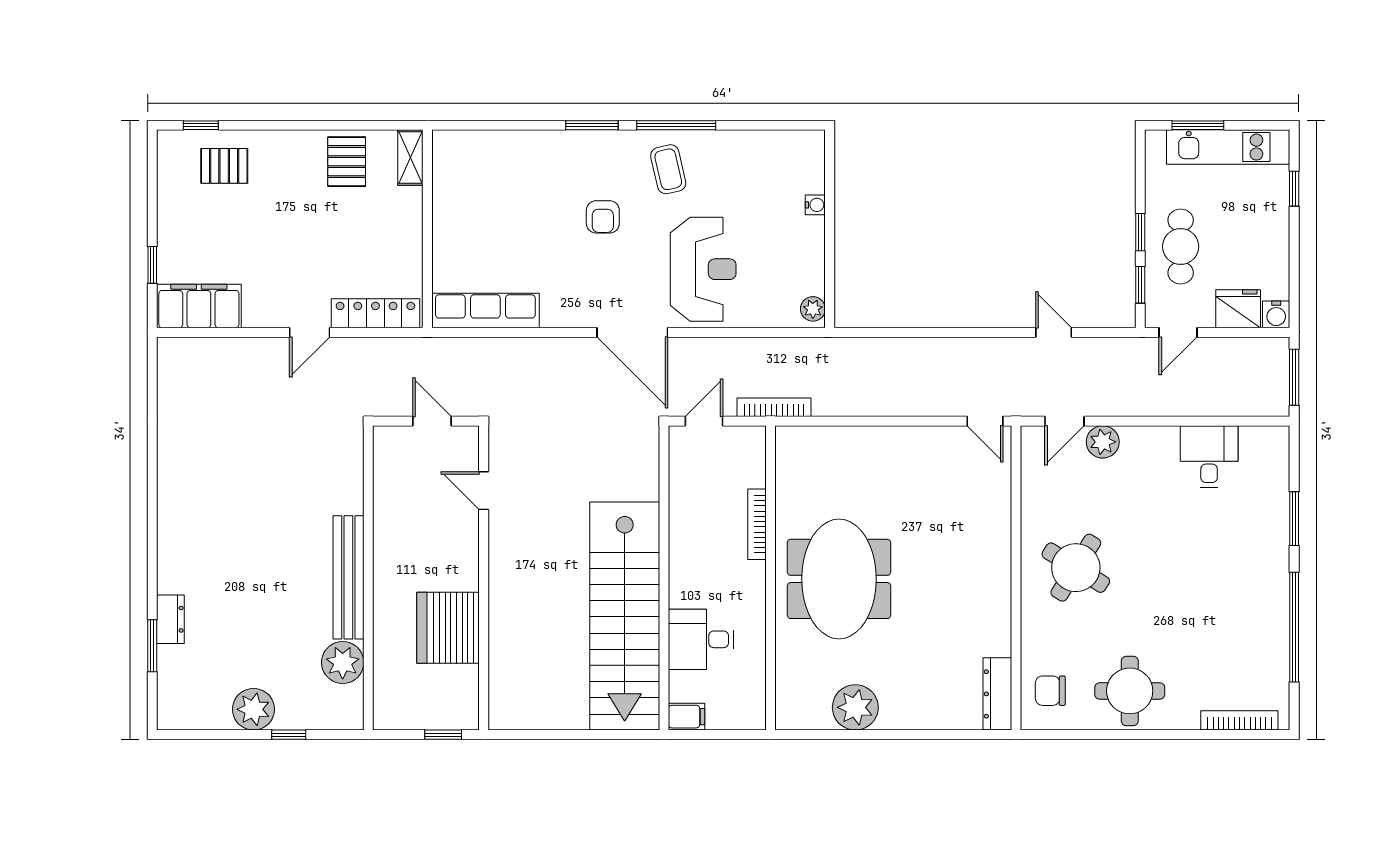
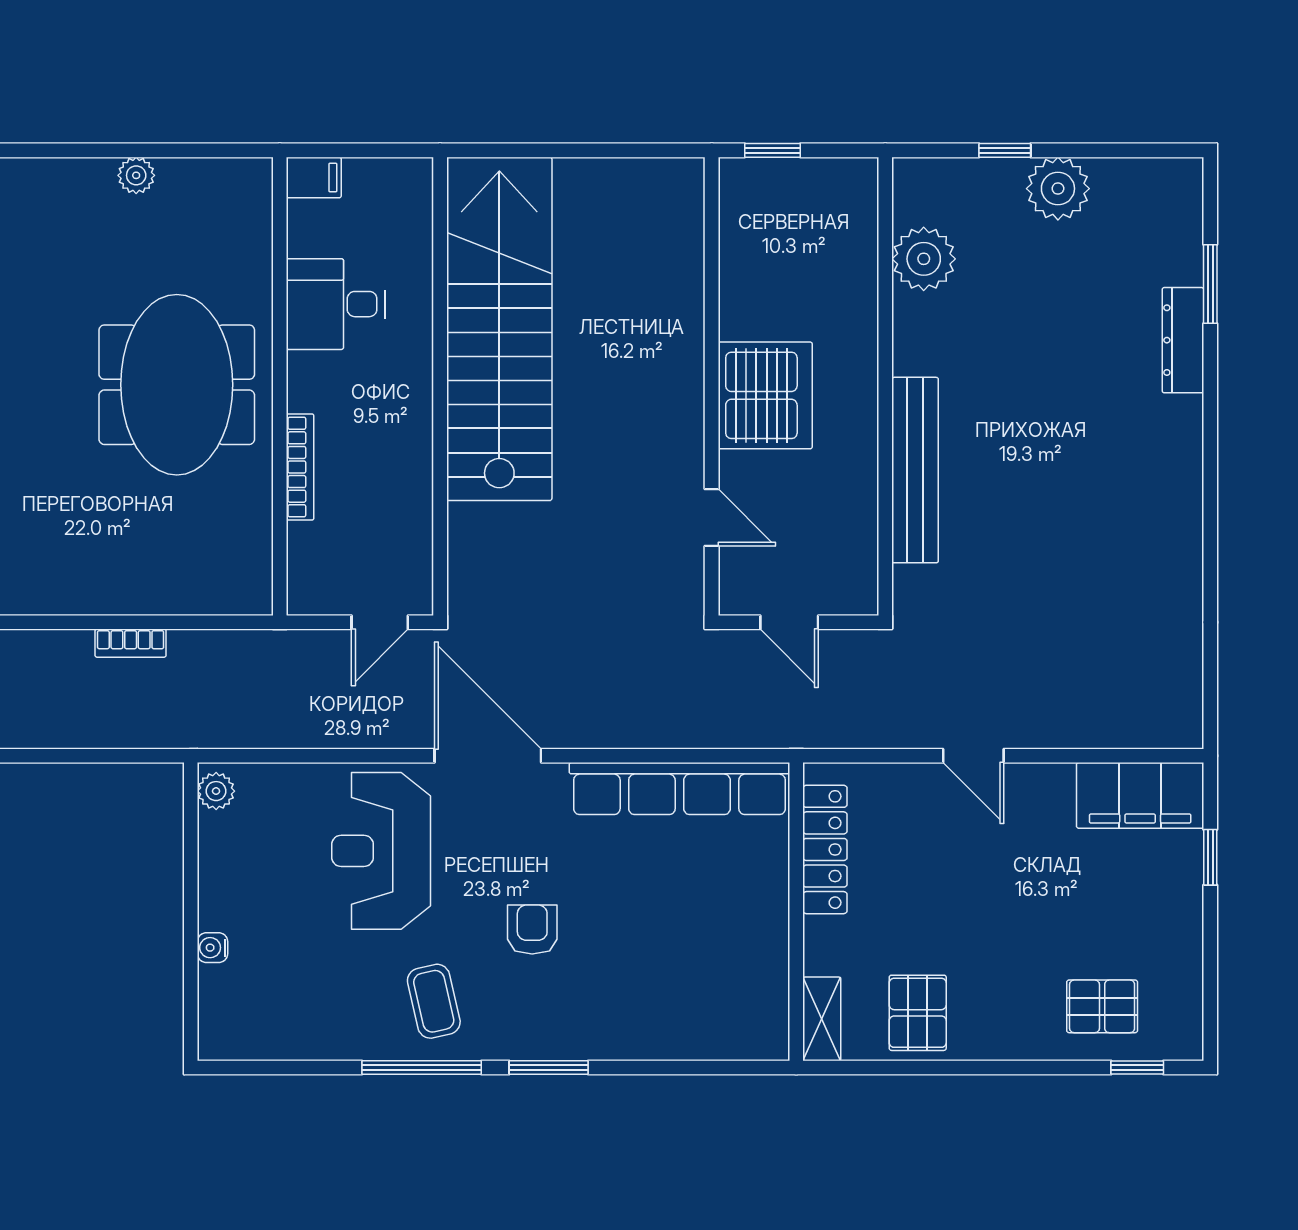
row of seats: (485, 311) -> (679, 789), width x1.36
locker: (375, 313) -> (825, 849), moved, turned -90
door: (310, 332) -> (973, 756), swing flipped
bookcase: (774, 407) -> (131, 643), moved, width x0.64
bench: (348, 577) -> (915, 470), moved
dresser: (170, 619) -> (1183, 340), width x1.44
server rack: (448, 628) -> (765, 395), moved
desk: (701, 639) -> (336, 304), moved, turned 180
plant: (855, 707) -> (136, 175), width x0.53, depth x0.53
filing cabinet: (687, 717) -> (314, 177), moved, turned 180

